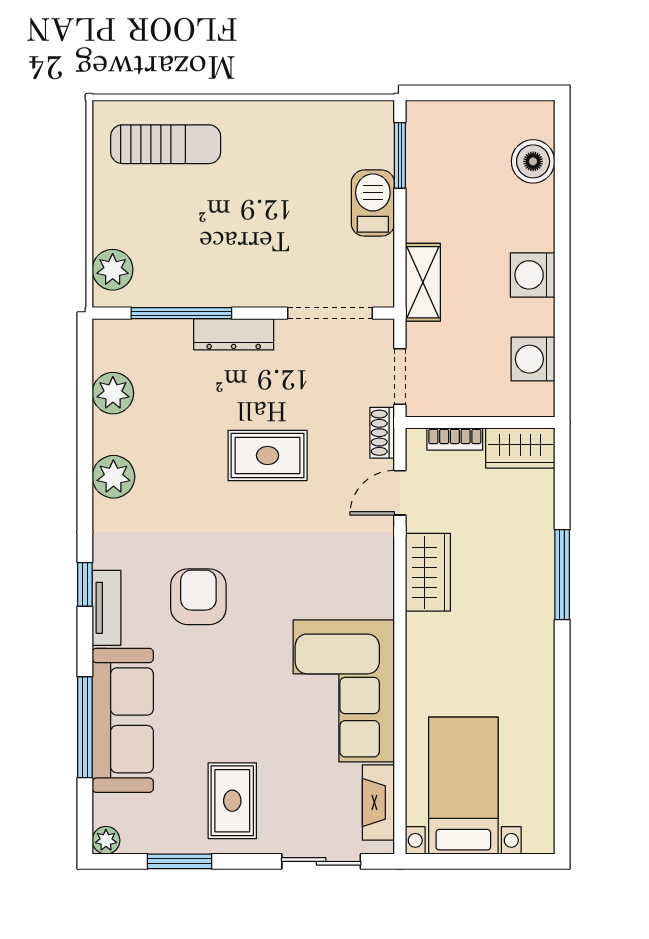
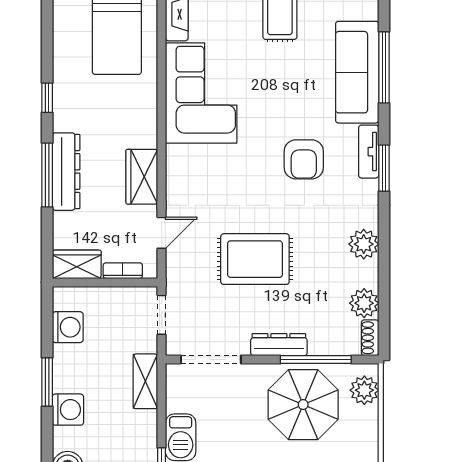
parasol: (199, 249) -> (303, 405), added
washing machine: (533, 275) -> (68, 410), moved
window: (562, 281) -> (47, 382), added
shoe rack: (382, 433) -> (370, 338), moved, turned 180
rug: (268, 455) -> (255, 259), width x1.36, depth x1.43
dresser: (535, 580) -> (66, 172), added
window: (85, 584) -> (384, 168), width x1.50
window: (562, 684) -> (47, 98), added

